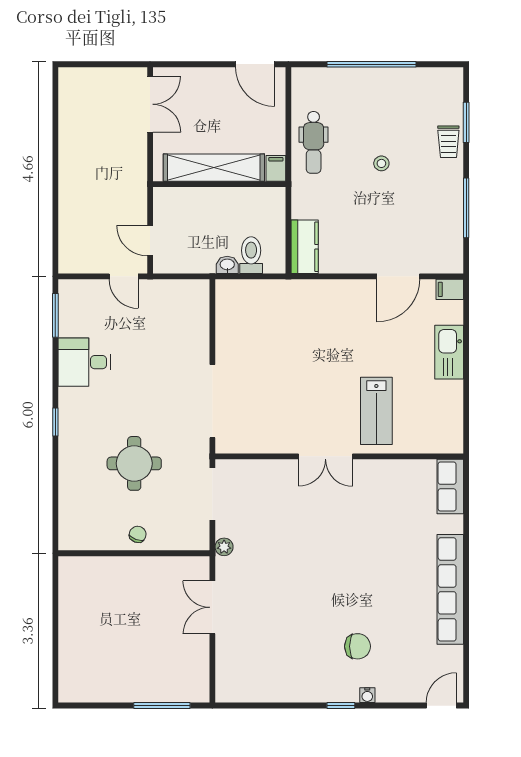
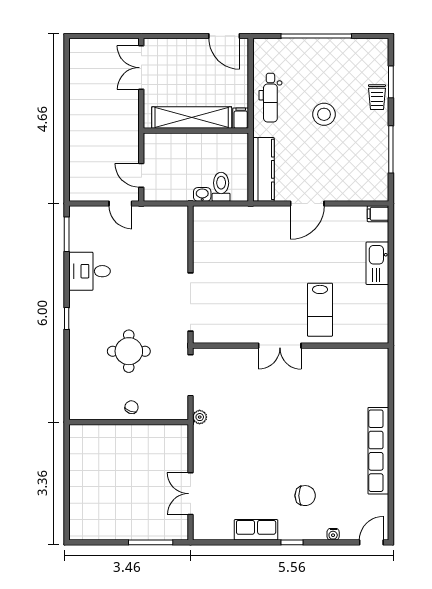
double door: (150, 104) -> (141, 68), swing flipped
stool: (381, 163) -> (324, 114), width x1.89, depth x1.89
kitchen counter: (305, 247) -> (263, 169), width x1.50
door: (398, 276) -> (307, 204), moved
row of seats: (450, 487) -> (256, 530), moved, turned 90
double door: (212, 607) -> (190, 494), moved
water cooler: (367, 695) -> (333, 534), moved

